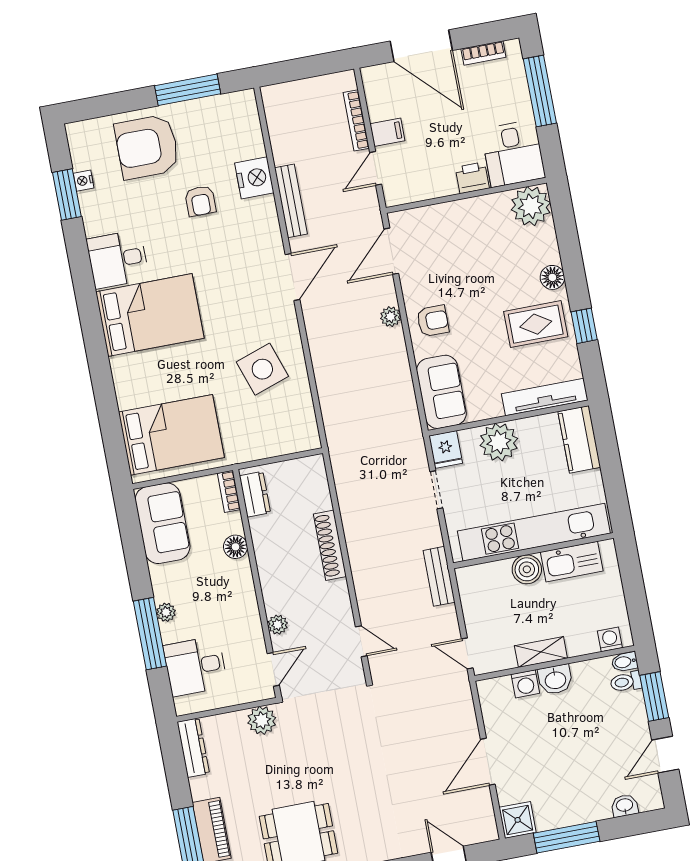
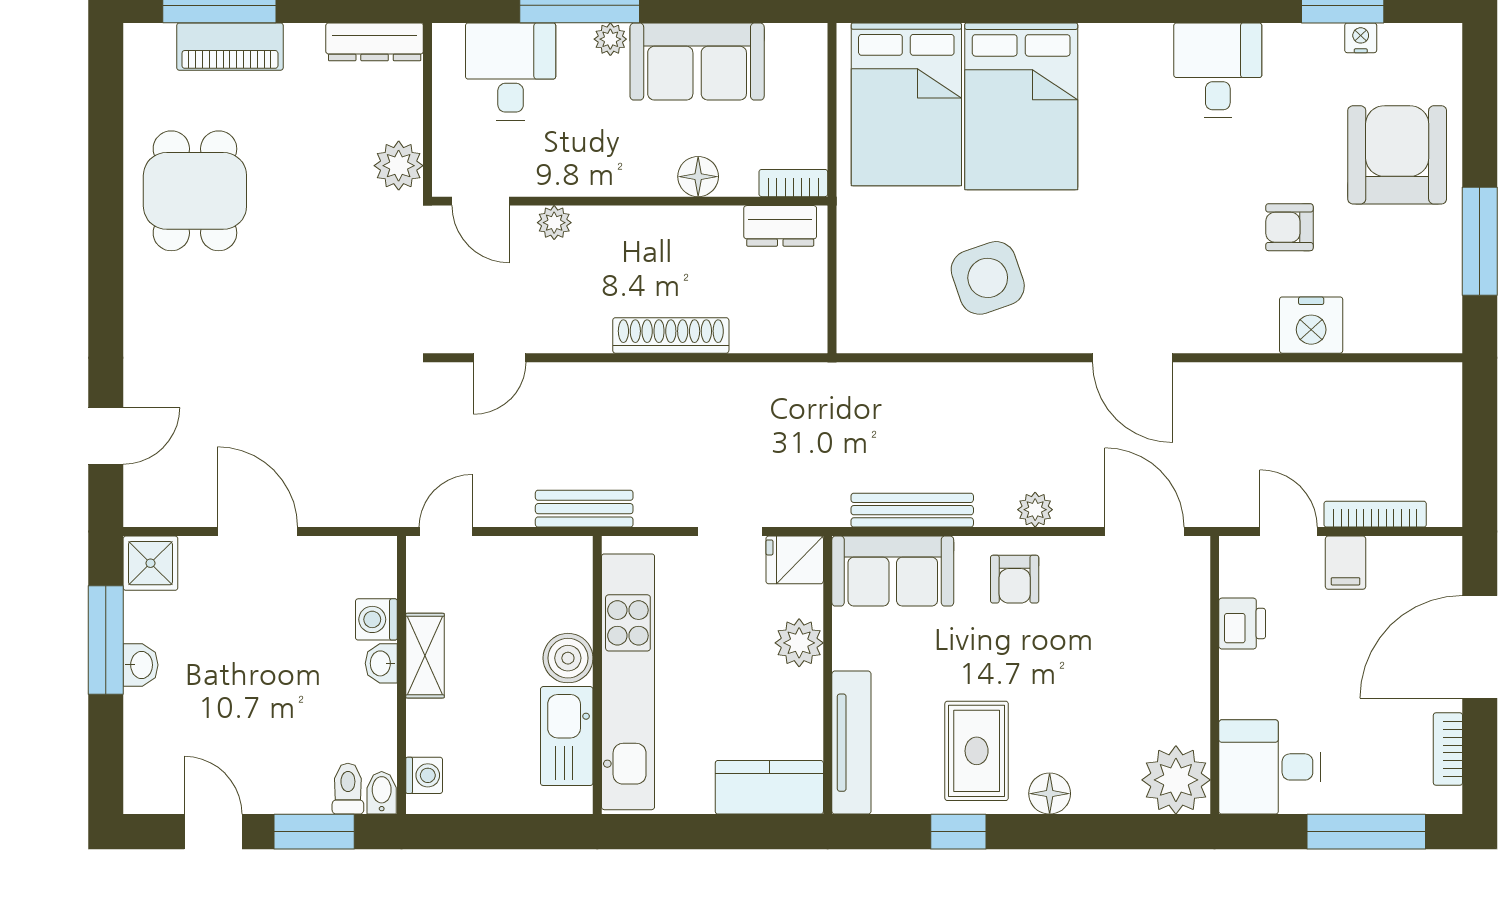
printer: (472, 178) -> (1242, 624), moved
bench: (291, 201) -> (912, 510), moved
bed: (150, 315) -> (1021, 106), moved
plant: (499, 442) -> (799, 643), width x0.73, depth x0.73
sofa: (163, 523) -> (697, 62), moved
washbasin: (555, 680) -> (381, 663), width x0.72, depth x0.69
washbasin: (625, 806) -> (141, 665), moved

